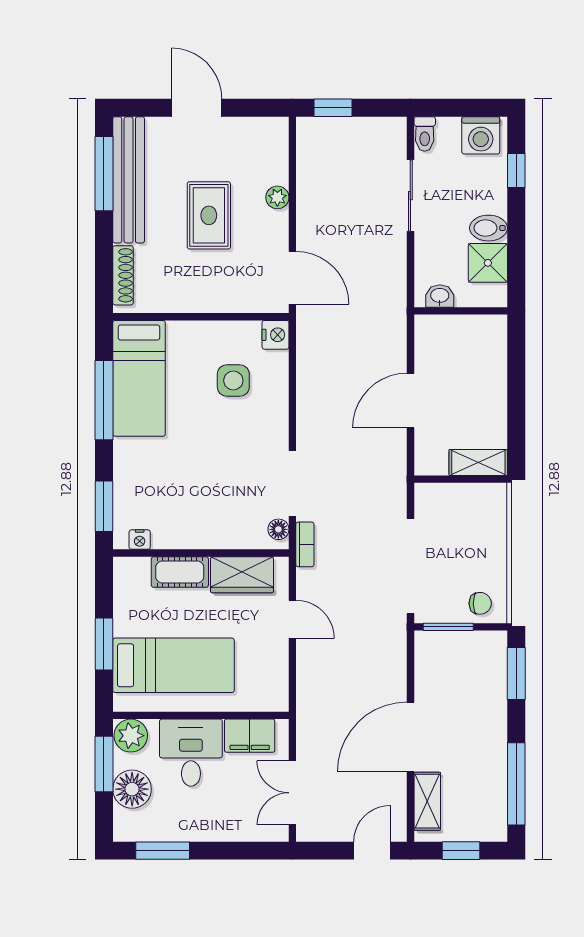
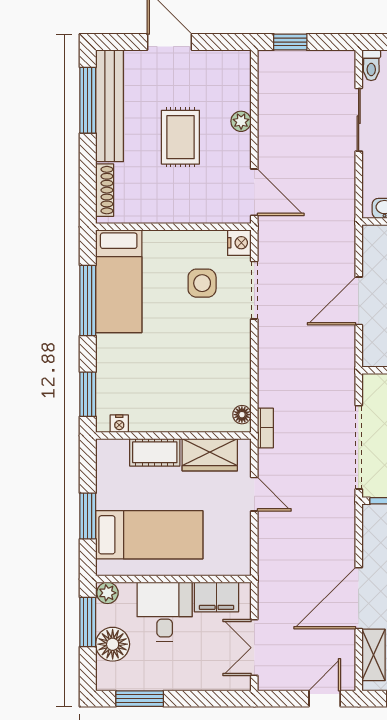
doorway: (292, 483) -> (254, 290), moved
plant: (131, 736) -> (107, 593), width x0.73, depth x0.73

